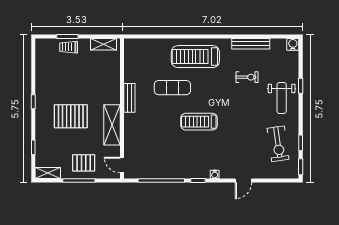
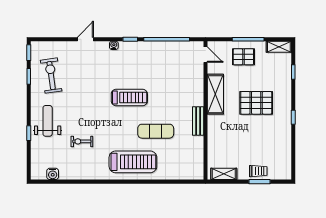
bench: (251, 44) -> (78, 174), removed
water cooler: (293, 44) -> (53, 174), moved

